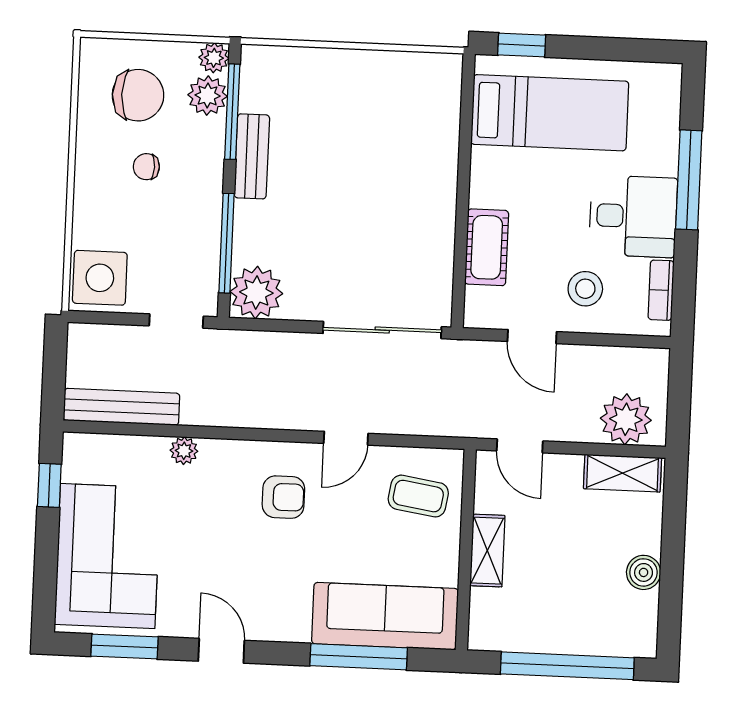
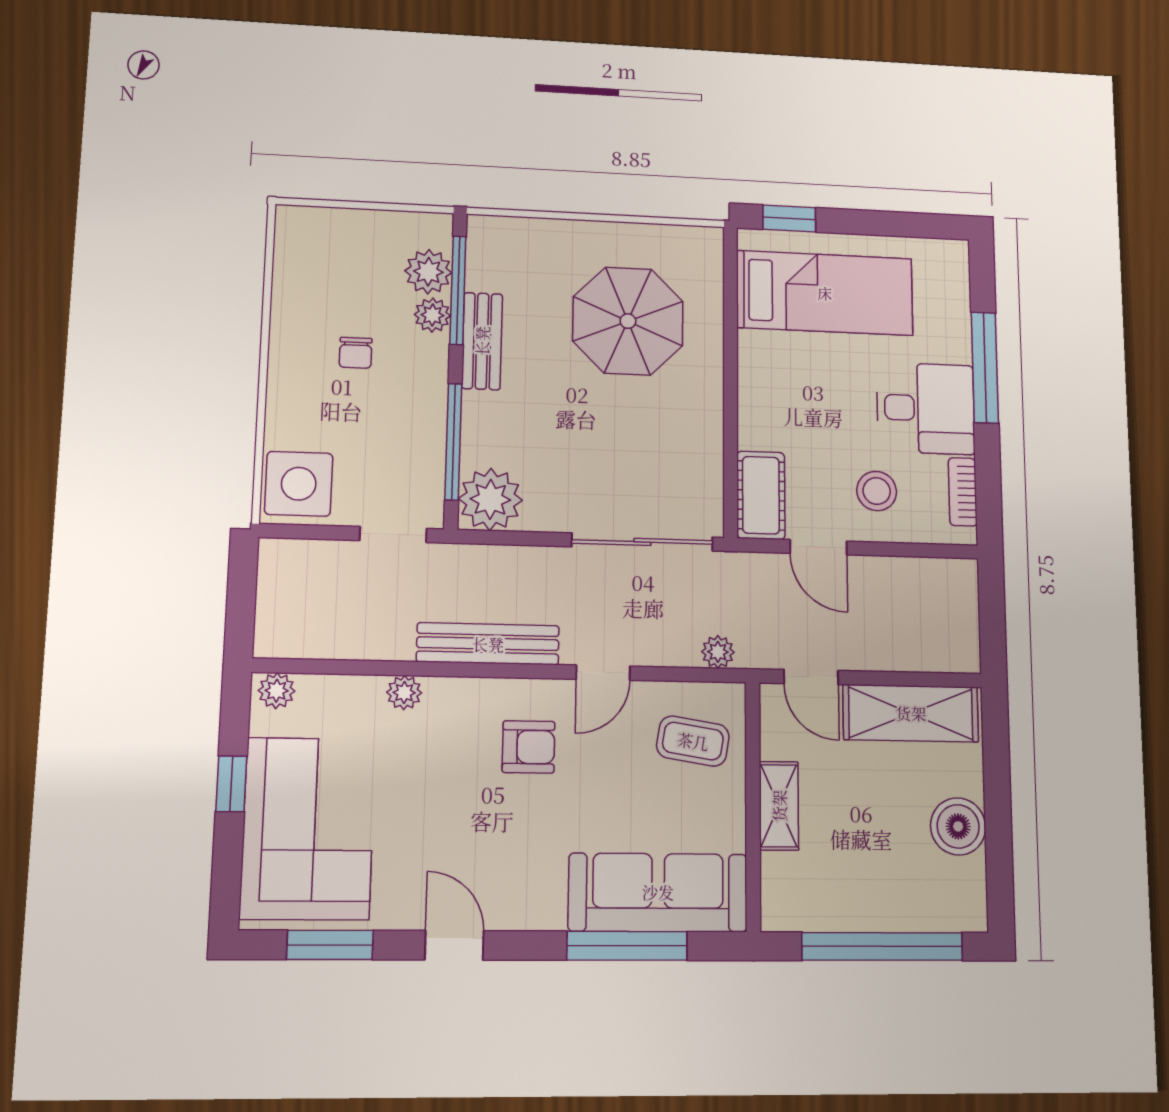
plant: (214, 58) -> (432, 315), moved
chair: (138, 95) -> (345, 271), removed
parasol: (376, 139) -> (628, 321), added
chair: (146, 167) -> (356, 353), turned -90
cot: (487, 247) -> (761, 495), moved
bench: (121, 407) -> (488, 644), moved
plant: (626, 419) -> (718, 652), moved, width x0.53, depth x0.53
plant: (83, 447) -> (277, 691), added
shelving: (623, 473) -> (911, 713), width x1.50, depth x1.33
window: (49, 485) -> (231, 784), moved
boiler: (644, 572) -> (958, 826), width x1.36, depth x1.36

